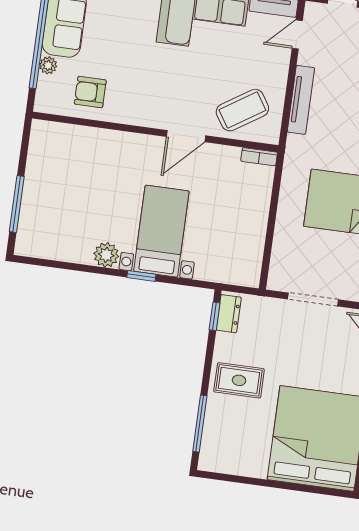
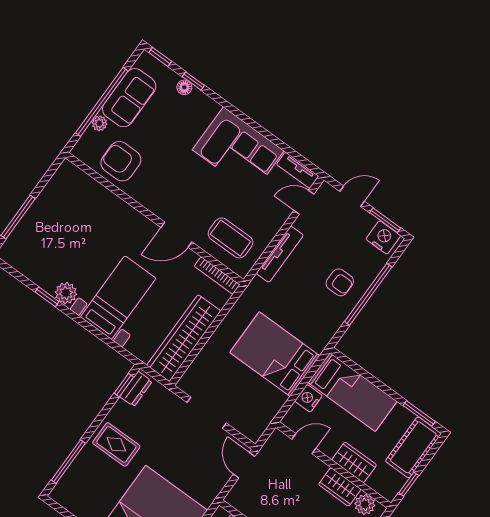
armchair: (90, 92) -> (121, 161), width x1.38, depth x1.38
coffee table: (242, 110) -> (230, 238), turned 33
bookcase: (259, 157) -> (217, 276), width x1.56
wardrobe: (250, 237) -> (184, 338), added
window: (141, 276) -> (47, 297), moved

